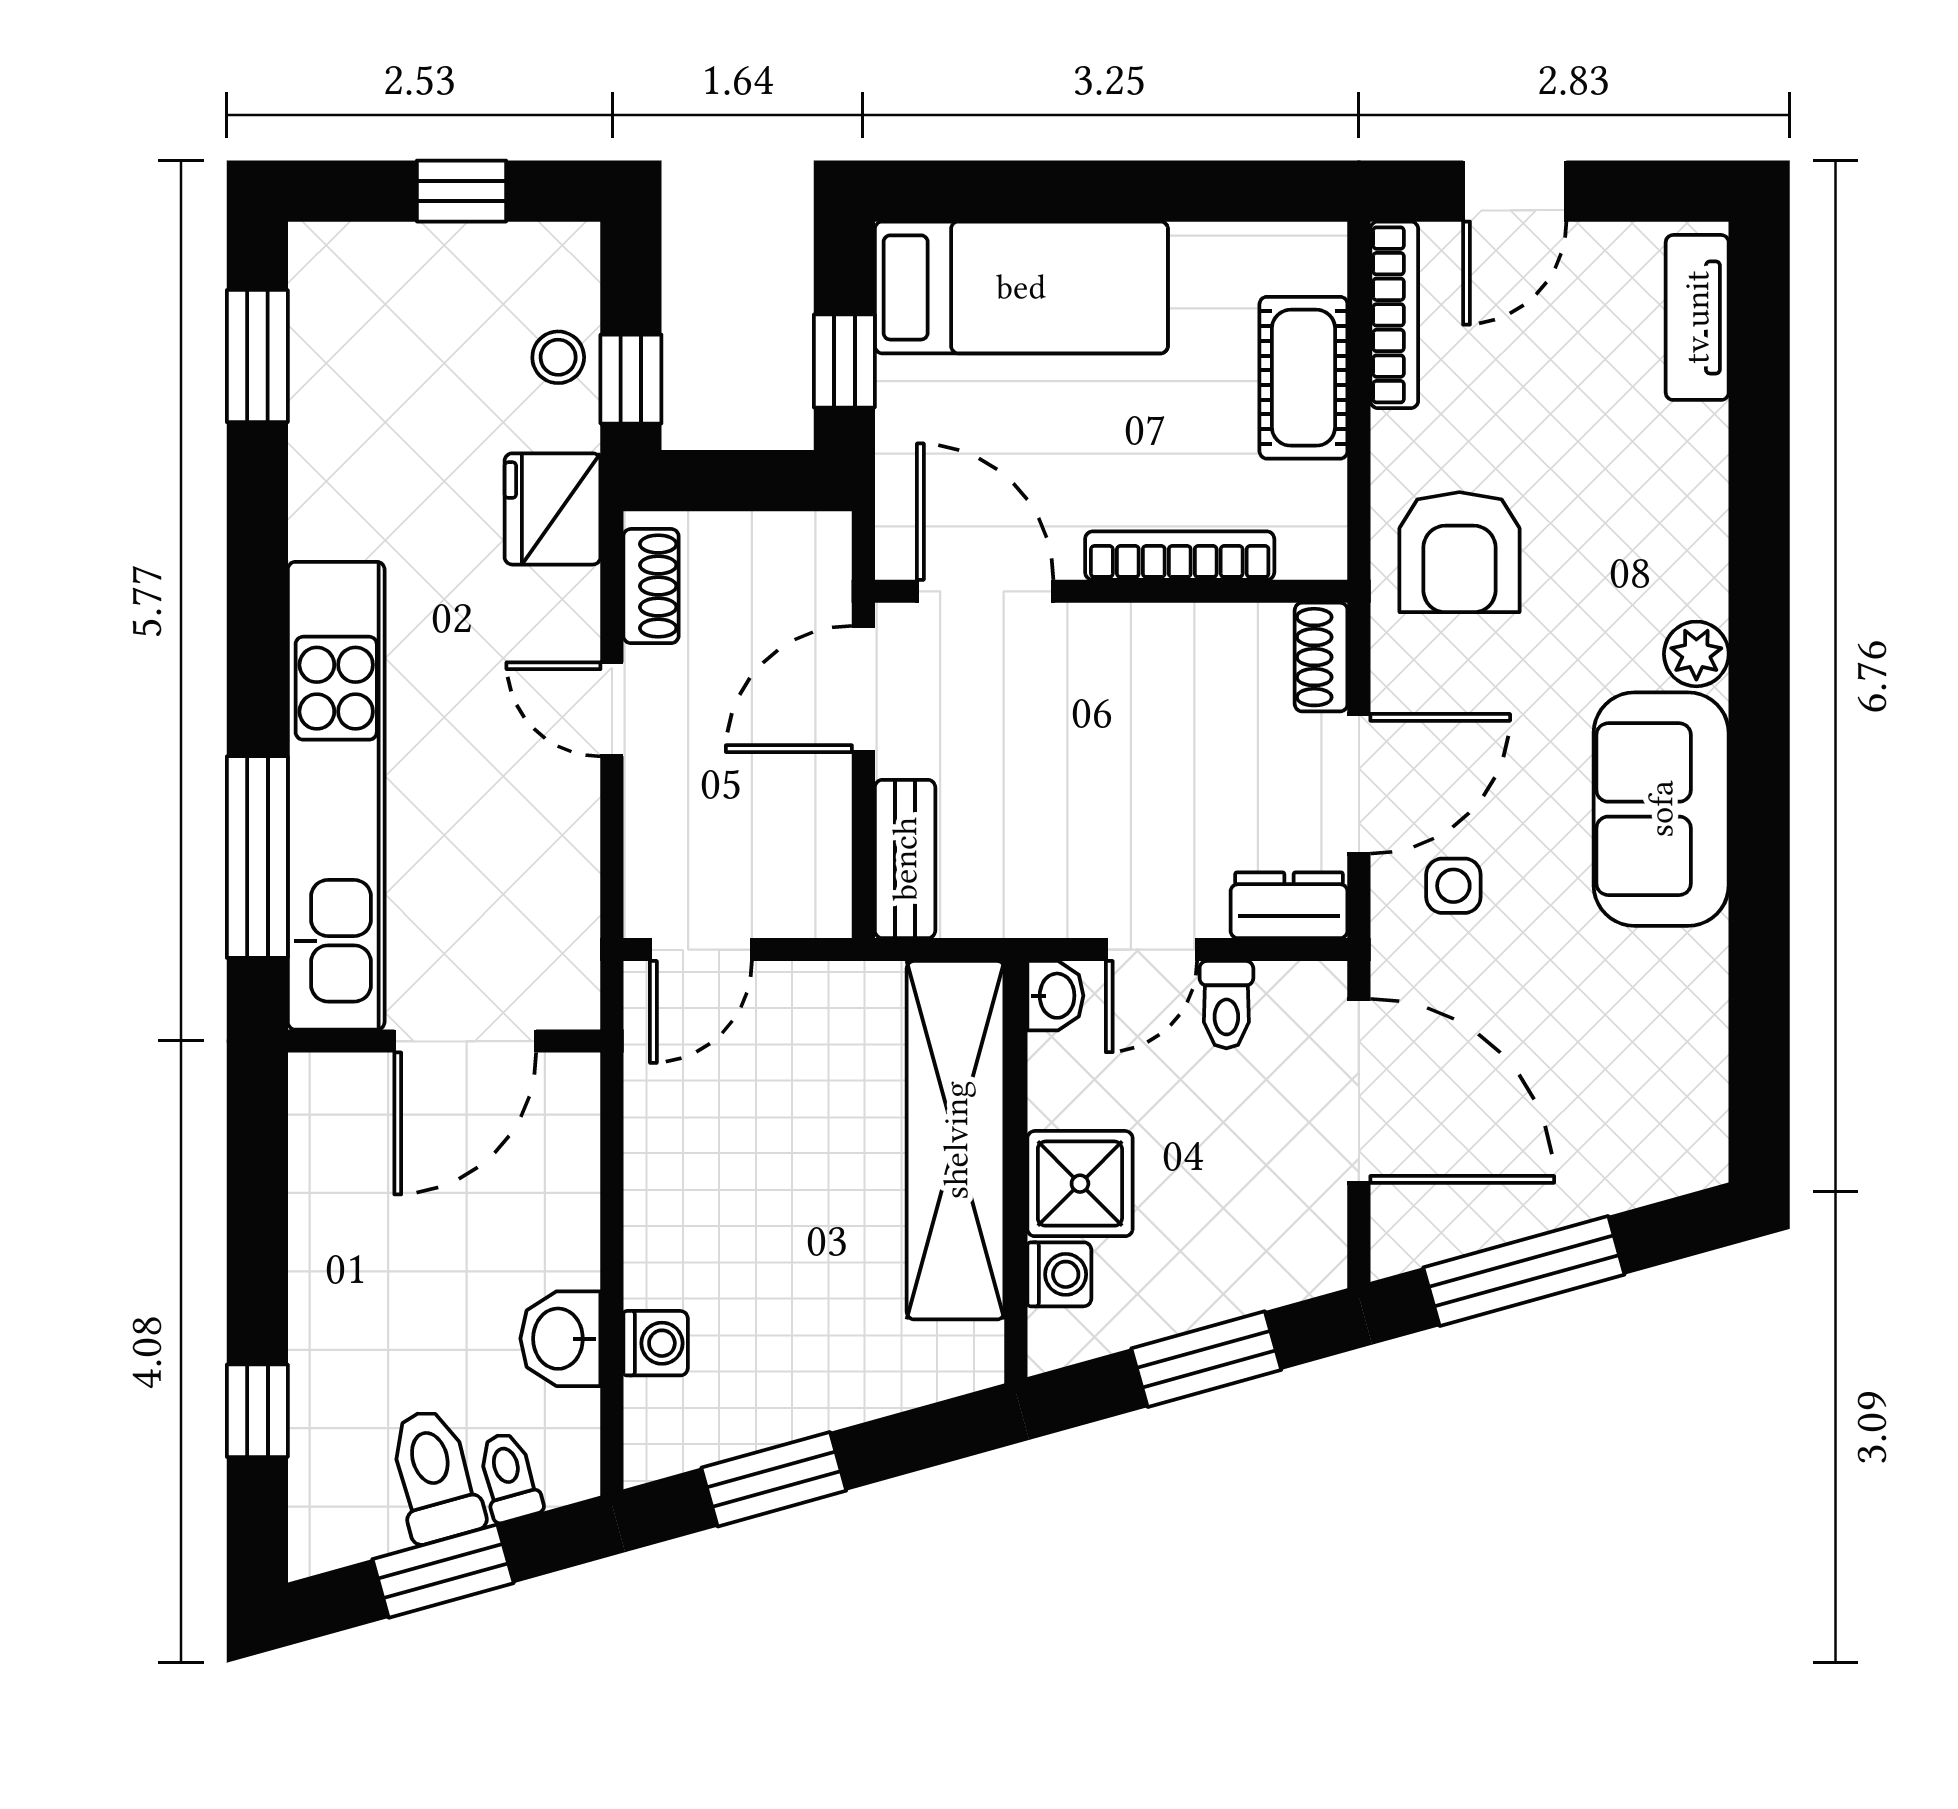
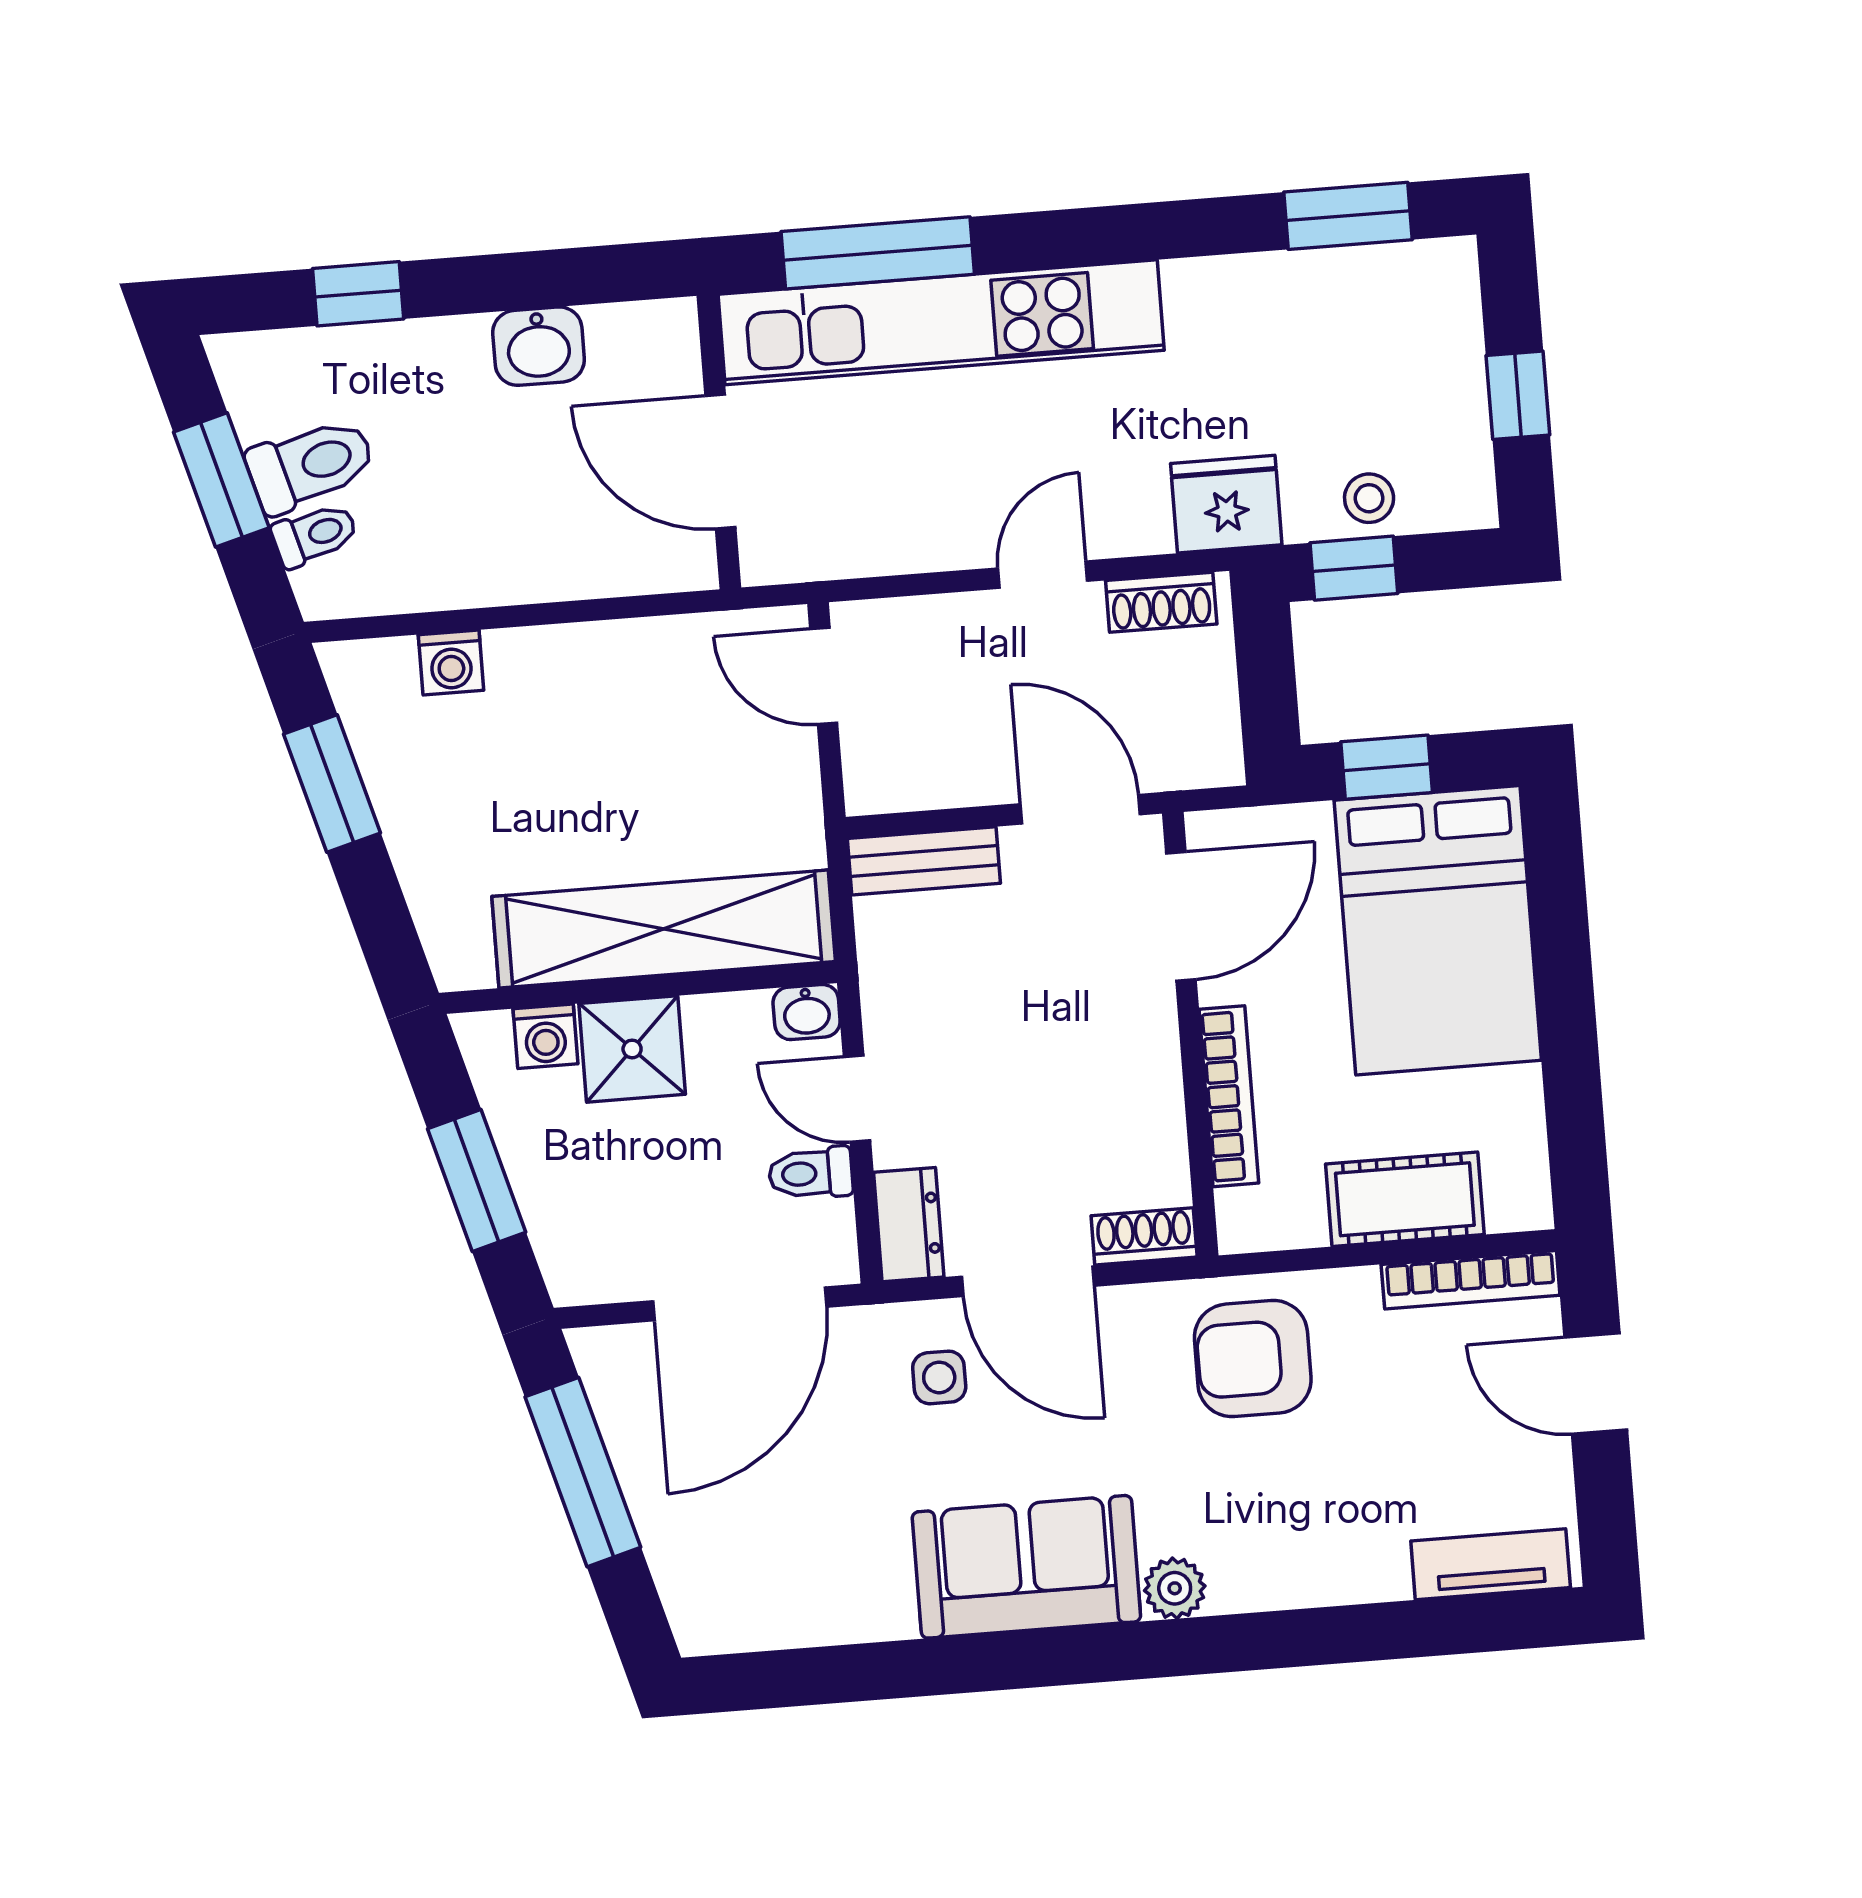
bed: (1021, 287) -> (1438, 930), width x1.50
washbasin: (560, 1339) -> (539, 346), moved, turned 180

